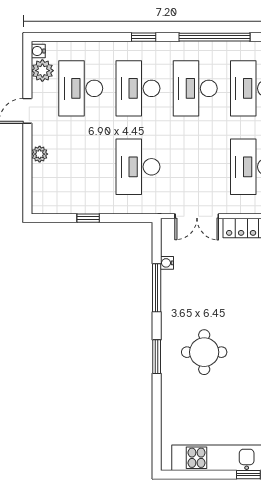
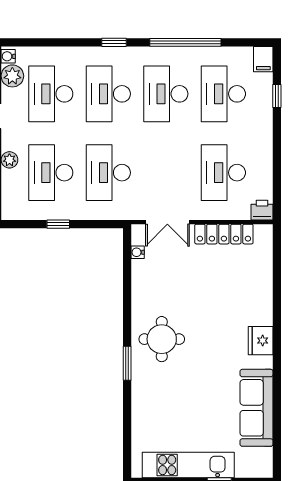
desk: (81, 167) -> (51, 173), added
water cooler: (167, 263) -> (138, 252), moved
window: (157, 288) -> (127, 294), removed
round table: (204, 352) -> (162, 339), moved

